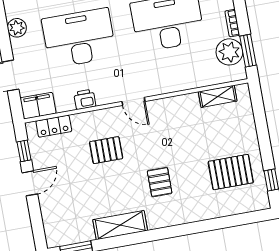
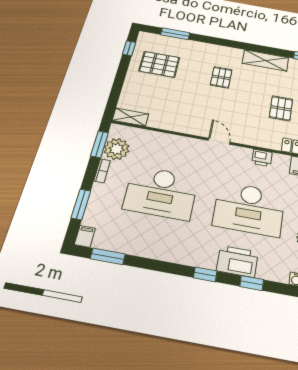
shelving: (218, 96) -> (130, 117), moved
pallet: (106, 150) -> (281, 108), moved, turned 90
window: (231, 221) -> (175, 34), added

